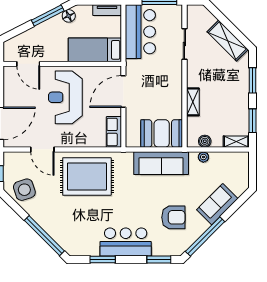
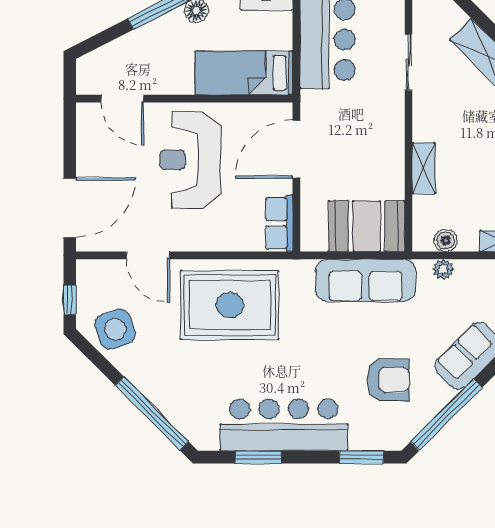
bar counter: (126, 242) -> (284, 425), width x1.36

